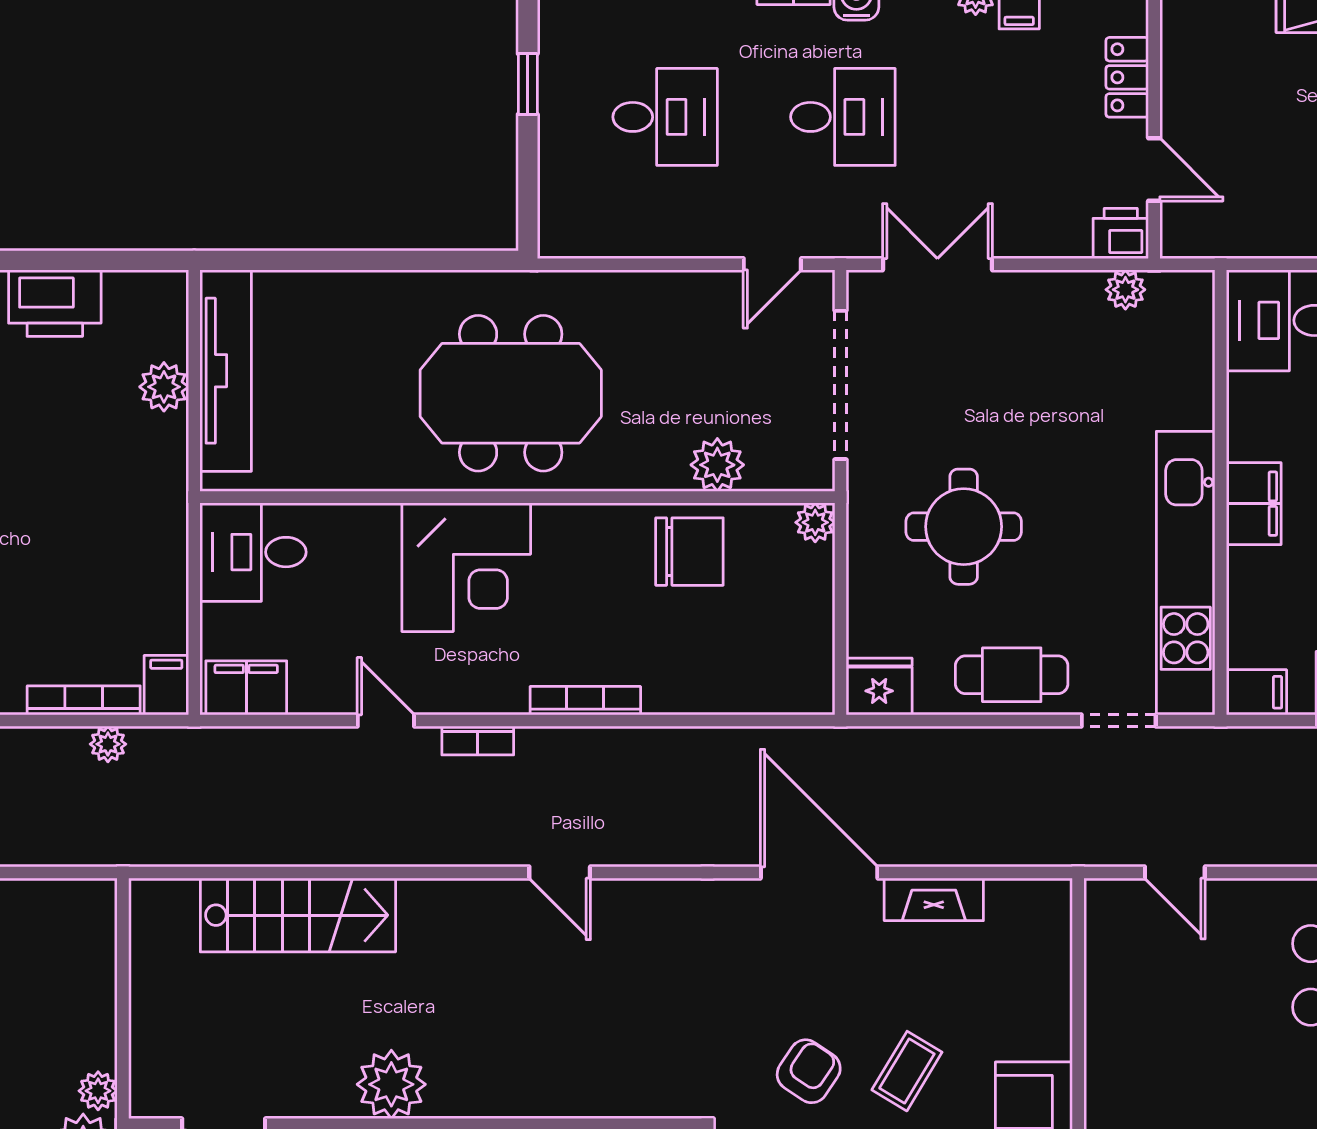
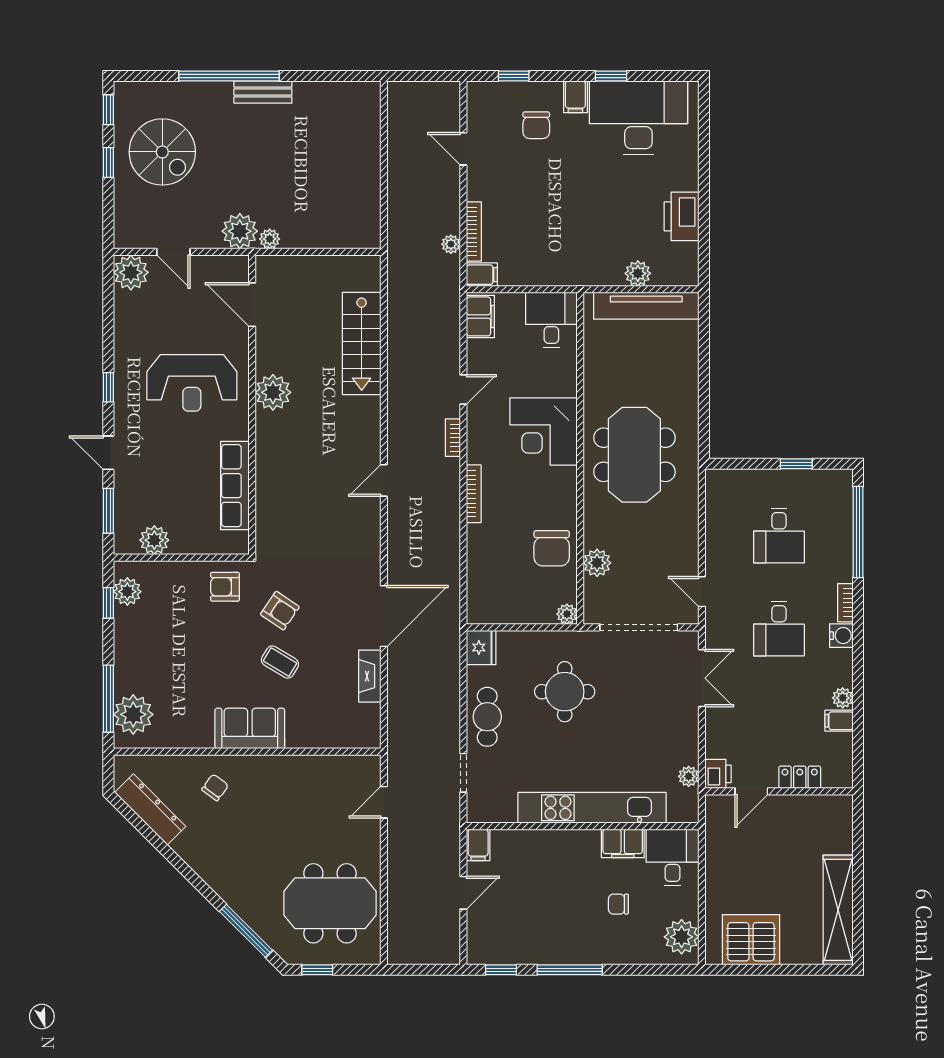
filing cabinet: (1254, 504) -> (623, 843), moved
kitchen unit: (1186, 573) -> (592, 808), moved

